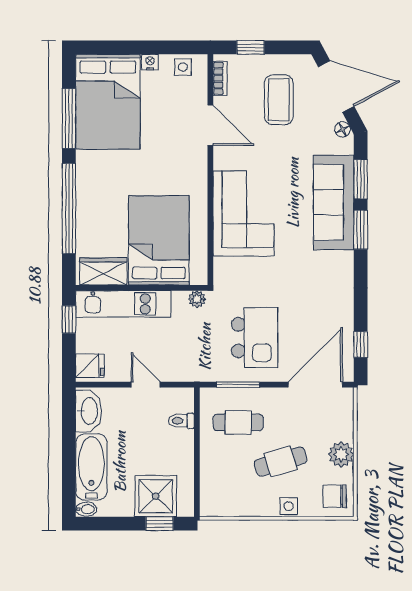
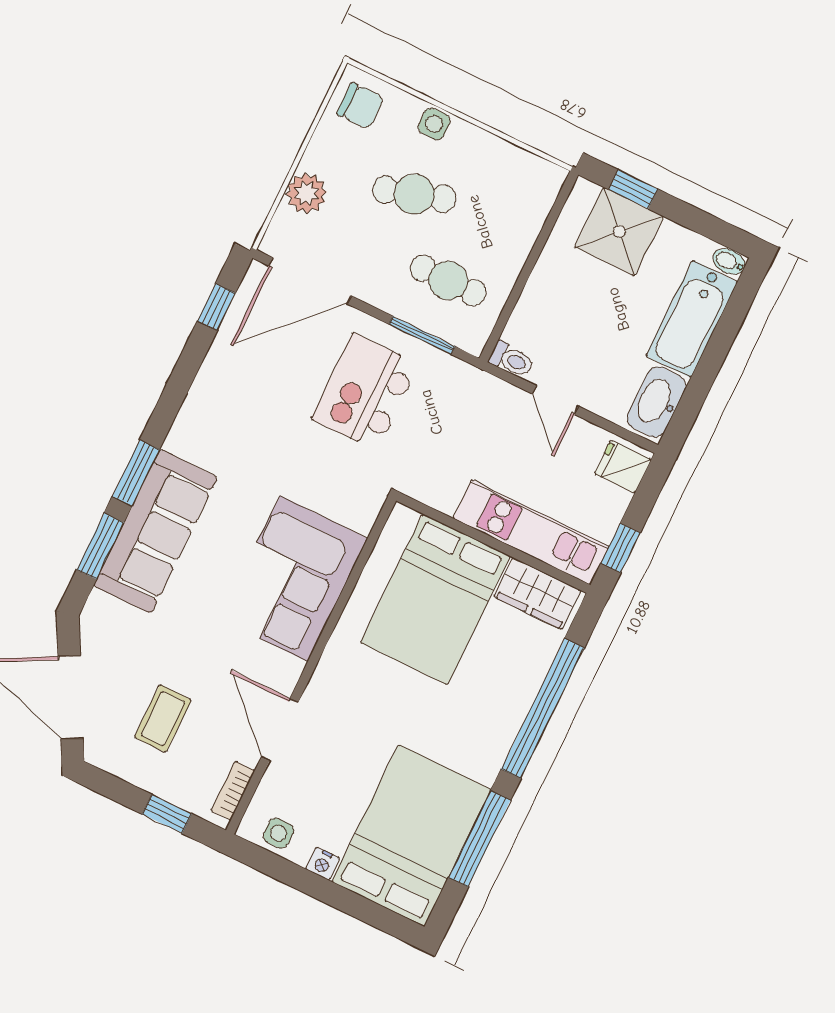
coffee table: (279, 100) -> (163, 719), width x0.73, depth x0.77
floor lamp: (343, 129) -> (91, 631), removed
plant: (197, 299) -> (421, 488), removed
toilet: (181, 421) -> (511, 360), moved
plant: (341, 454) -> (306, 193), moved

